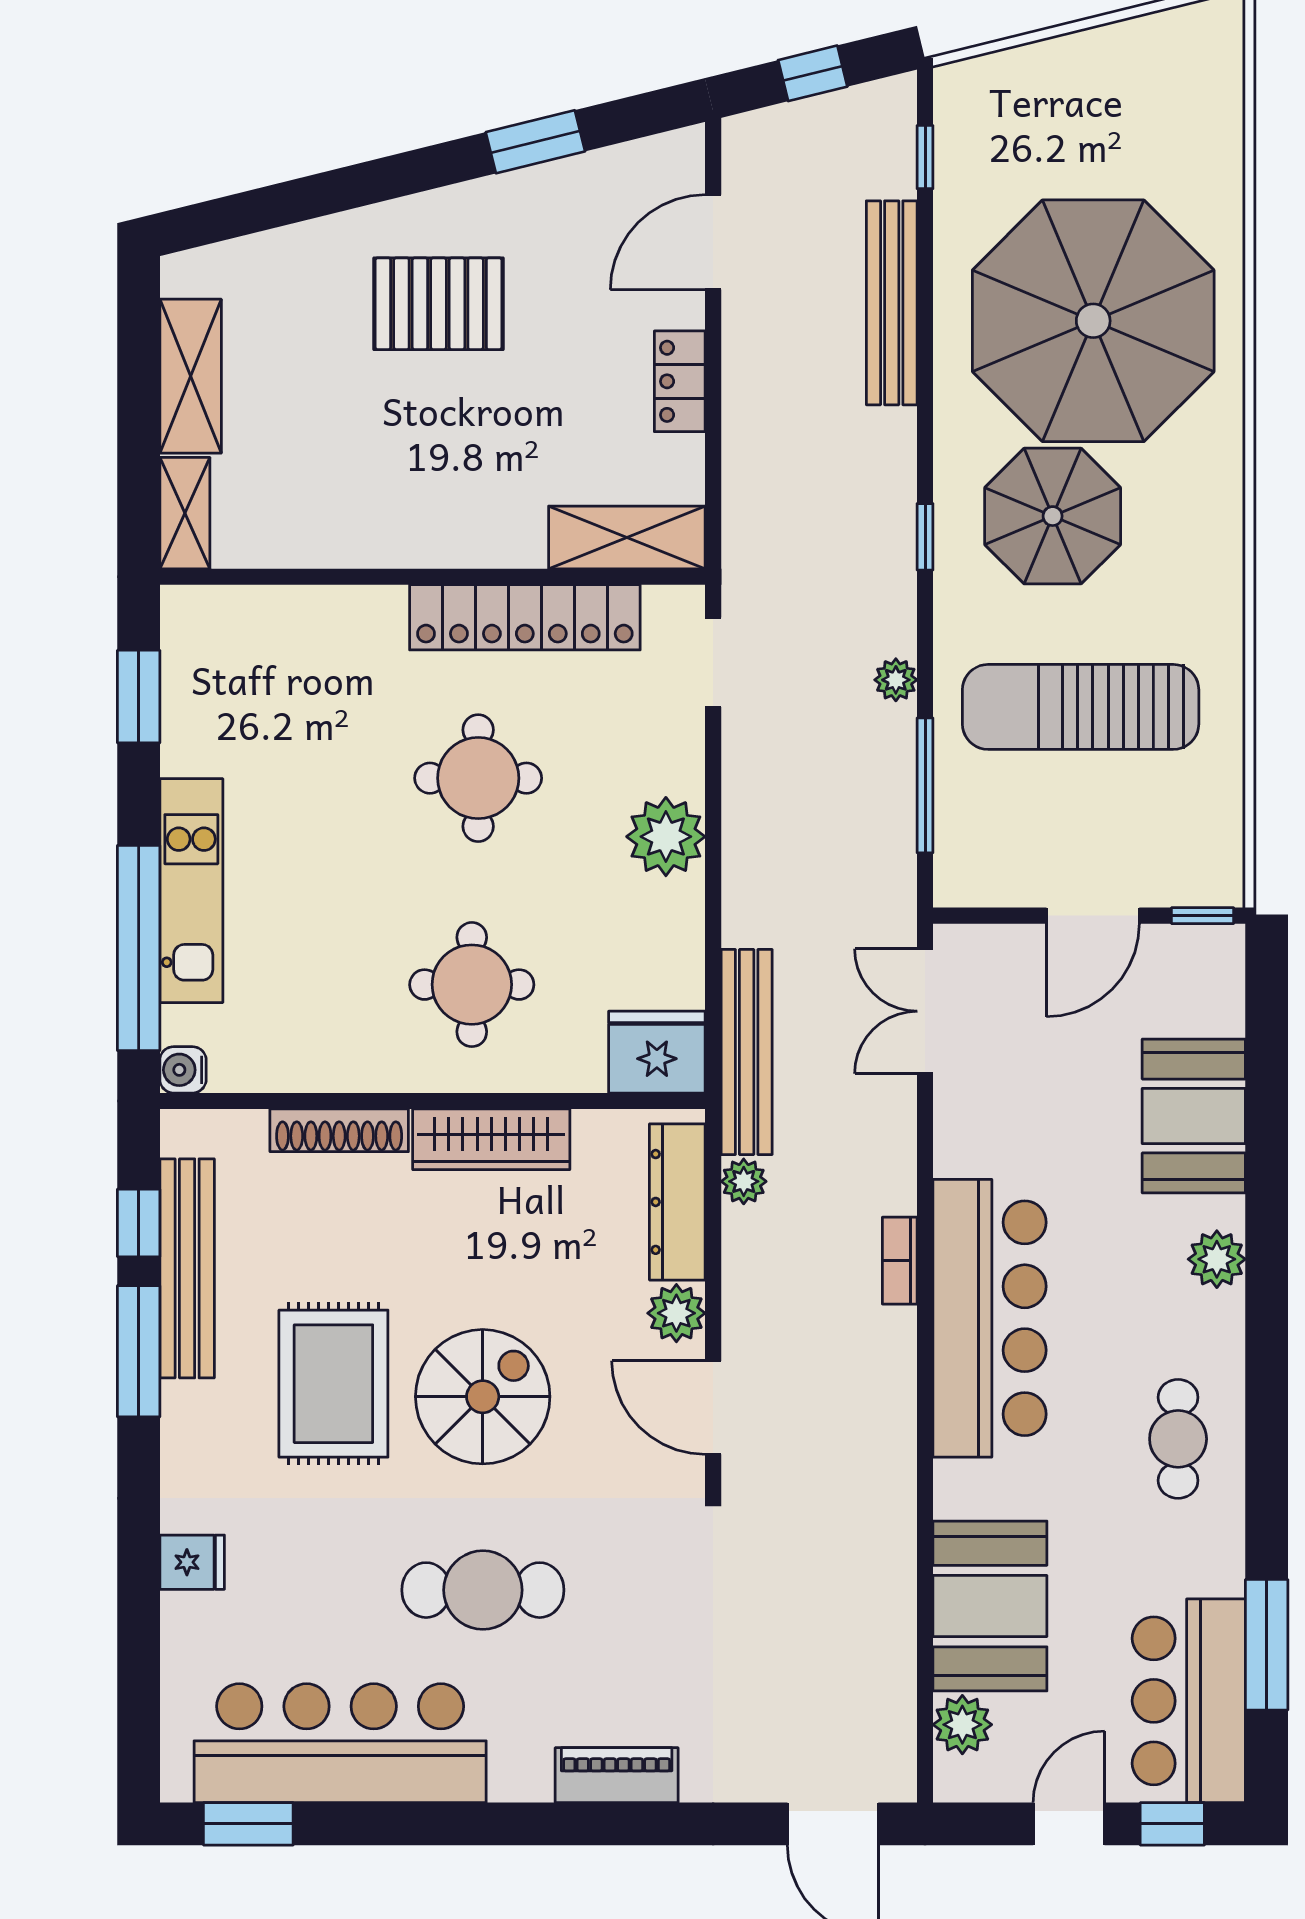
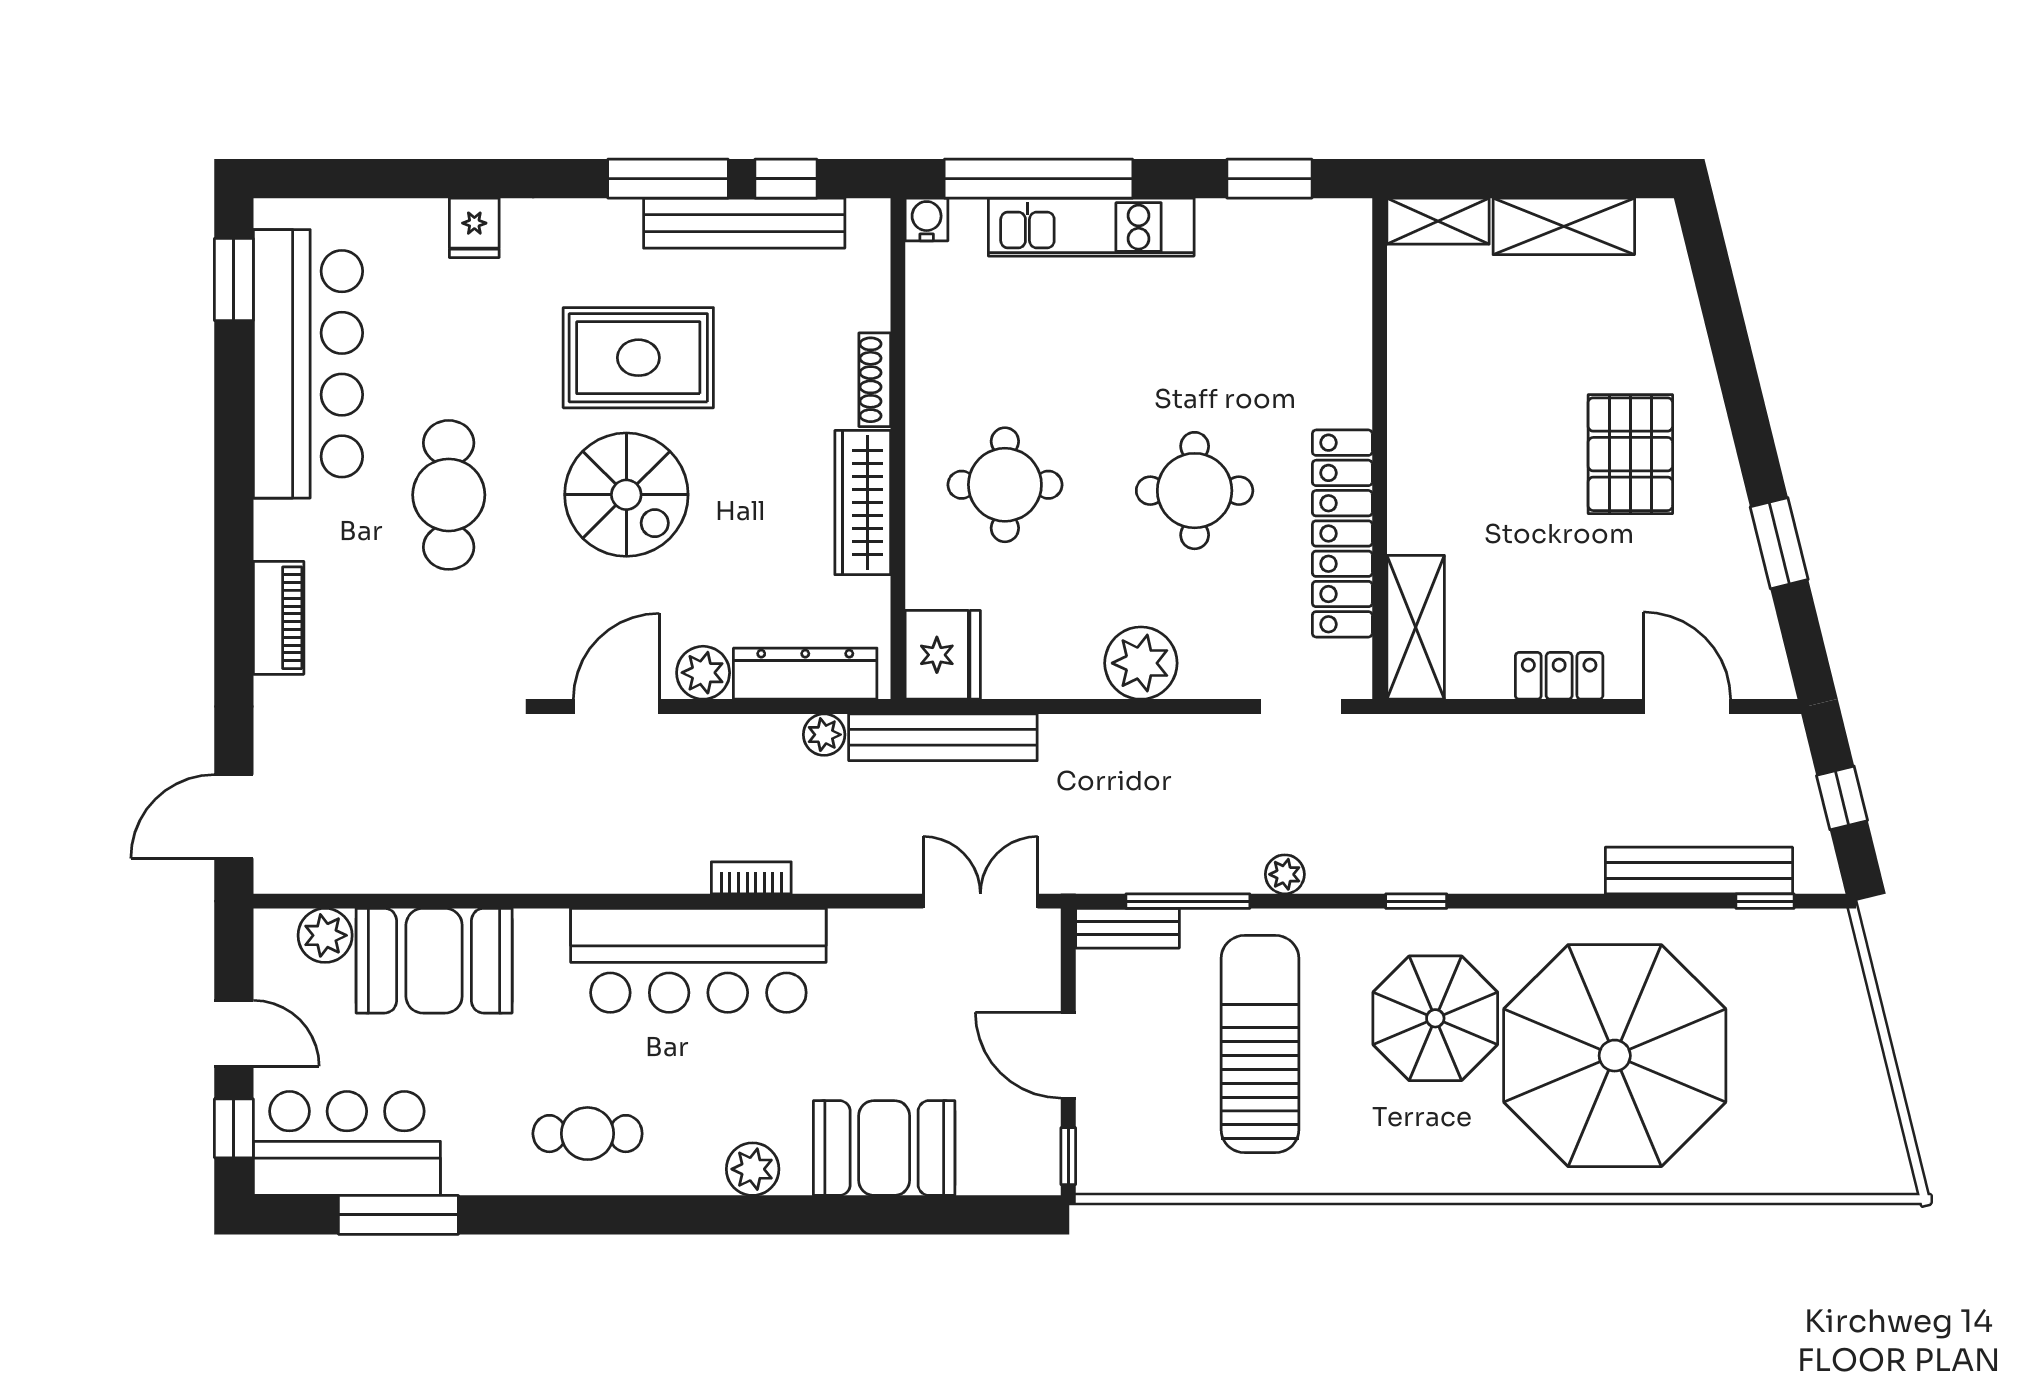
bench: (892, 303) -> (1699, 870), moved
bench: (955, 851) -> (1127, 928), added
shoe rack: (339, 1130) -> (875, 380), width x0.74, depth x0.81

